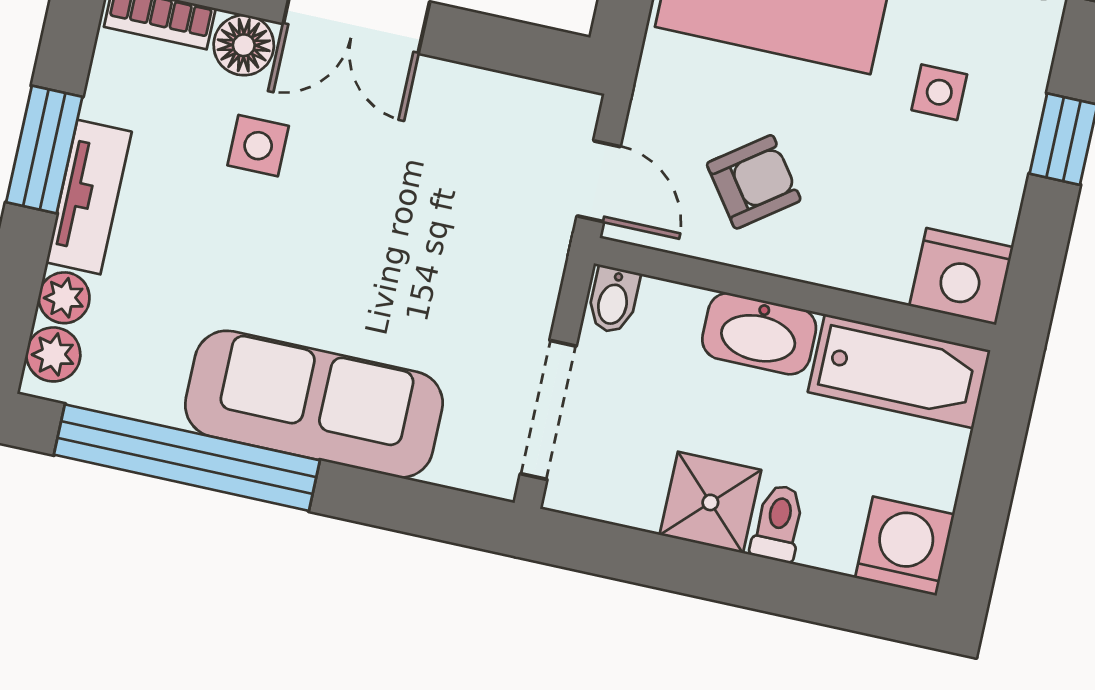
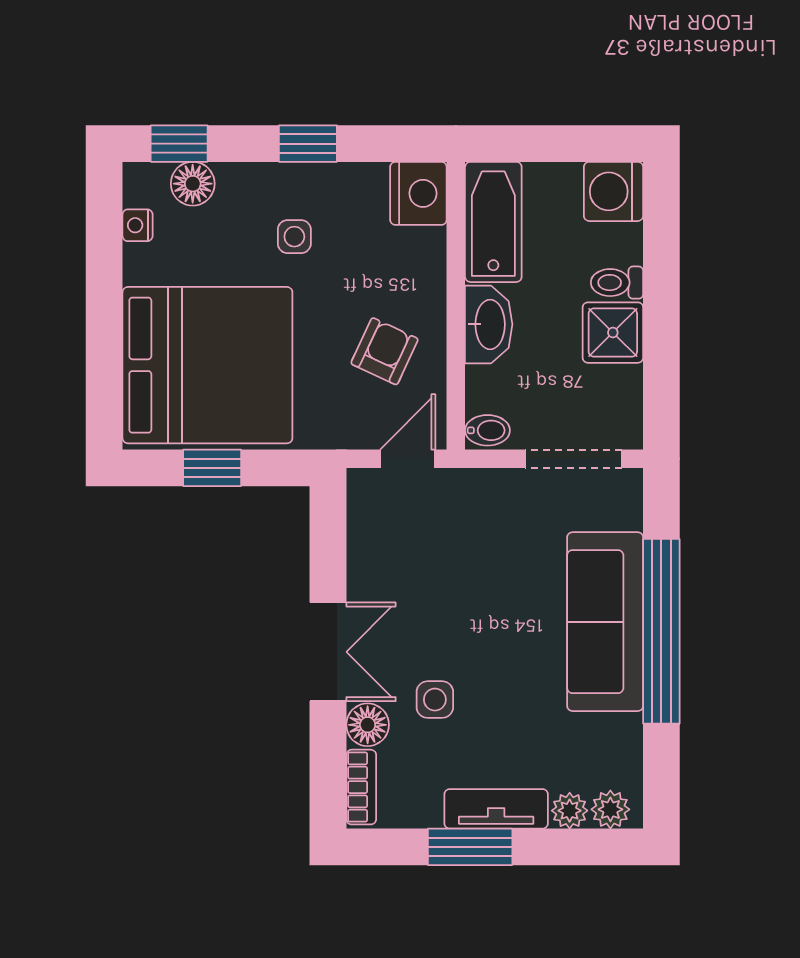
armchair: (754, 182) -> (385, 351), turned 61
window: (187, 458) -> (661, 631), moved

